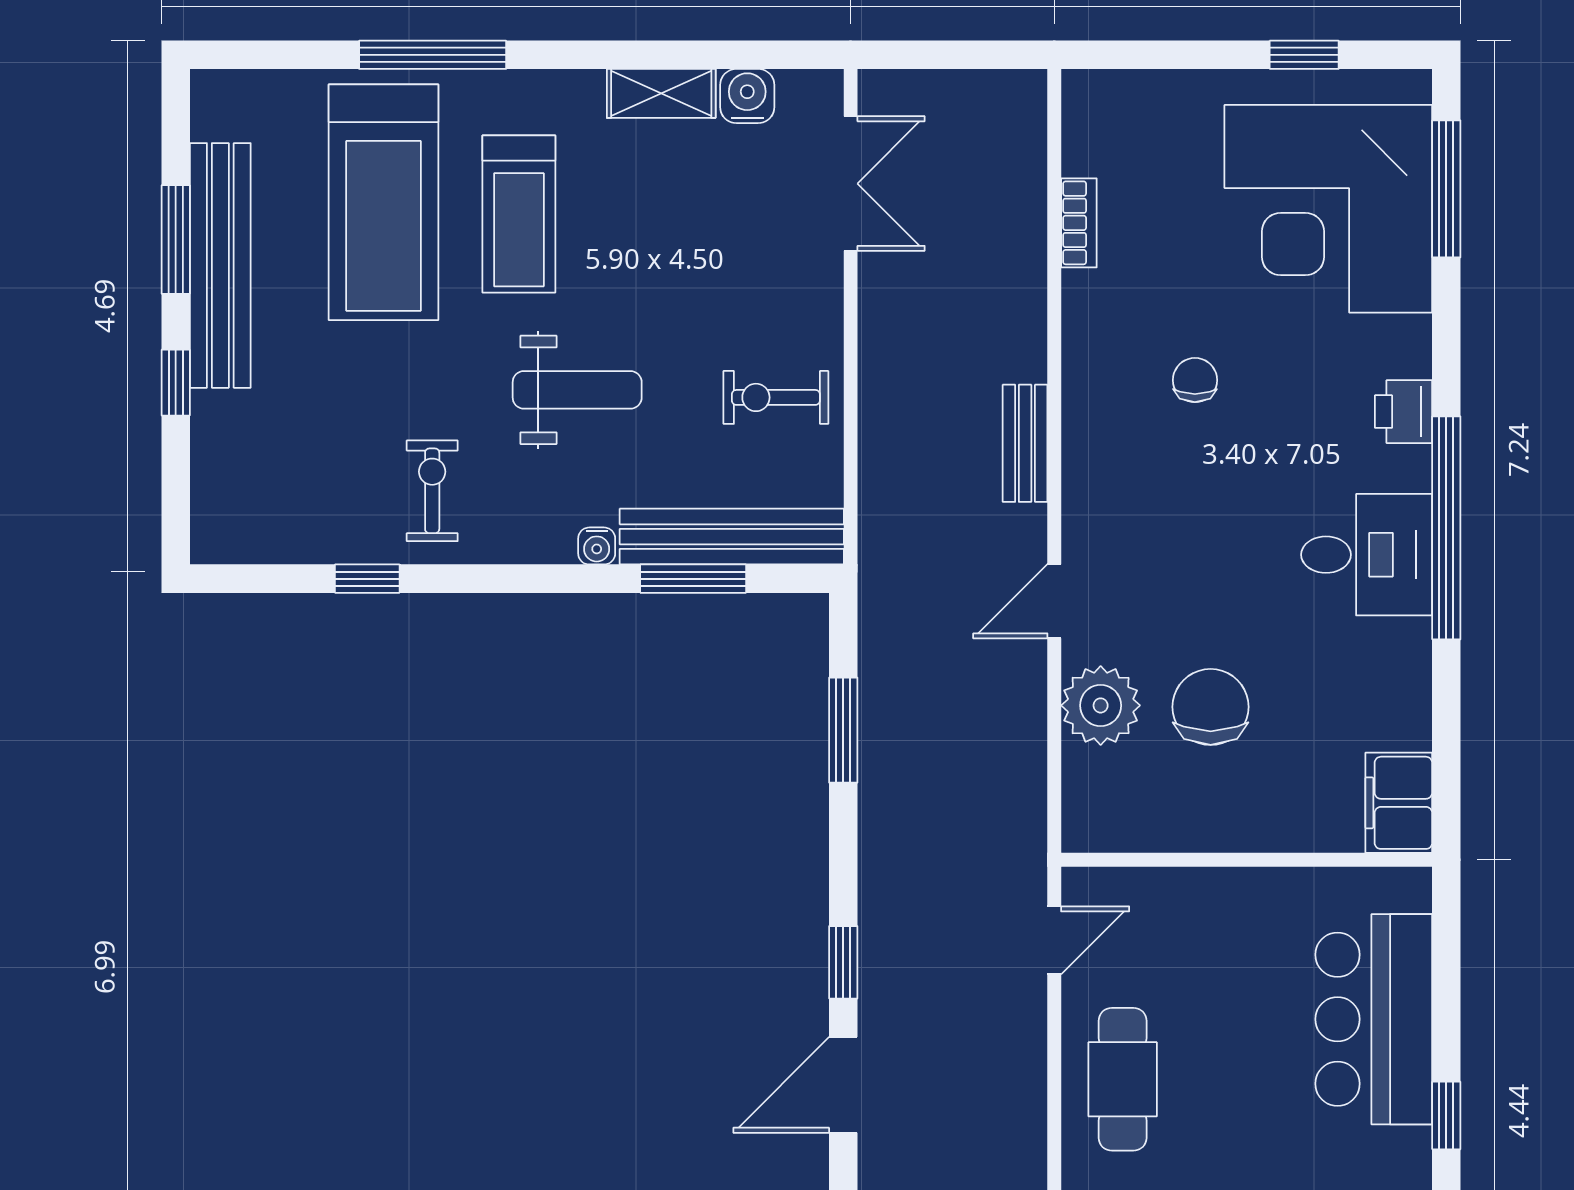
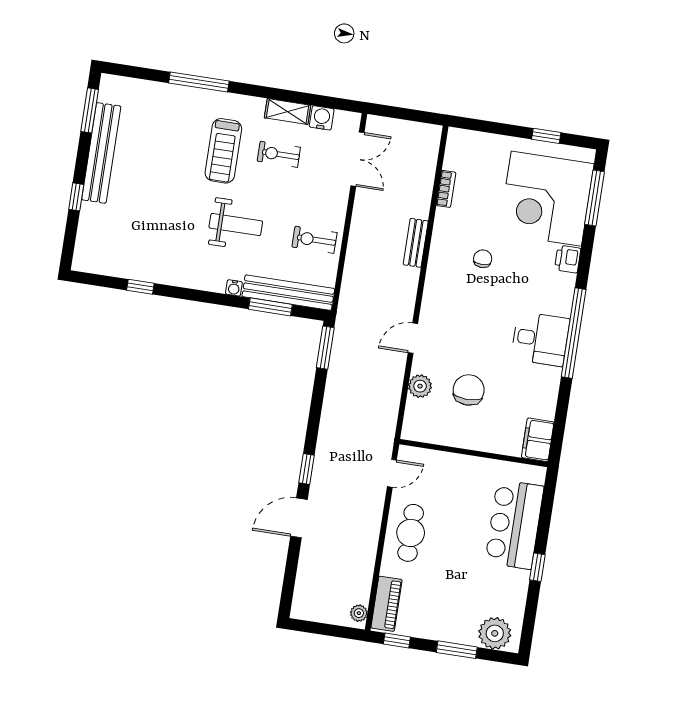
treadmill: (383, 202) -> (170, 138), removed
window: (176, 239) -> (90, 110), moved
printer: (1404, 412) -> (568, 259), moved
bench: (1025, 443) -> (416, 243), moved
exercise bike: (432, 491) -> (279, 154), moved, turned -90
plant: (1101, 705) -> (420, 386), width x0.73, depth x0.73
window: (843, 730) -> (325, 348), moved

